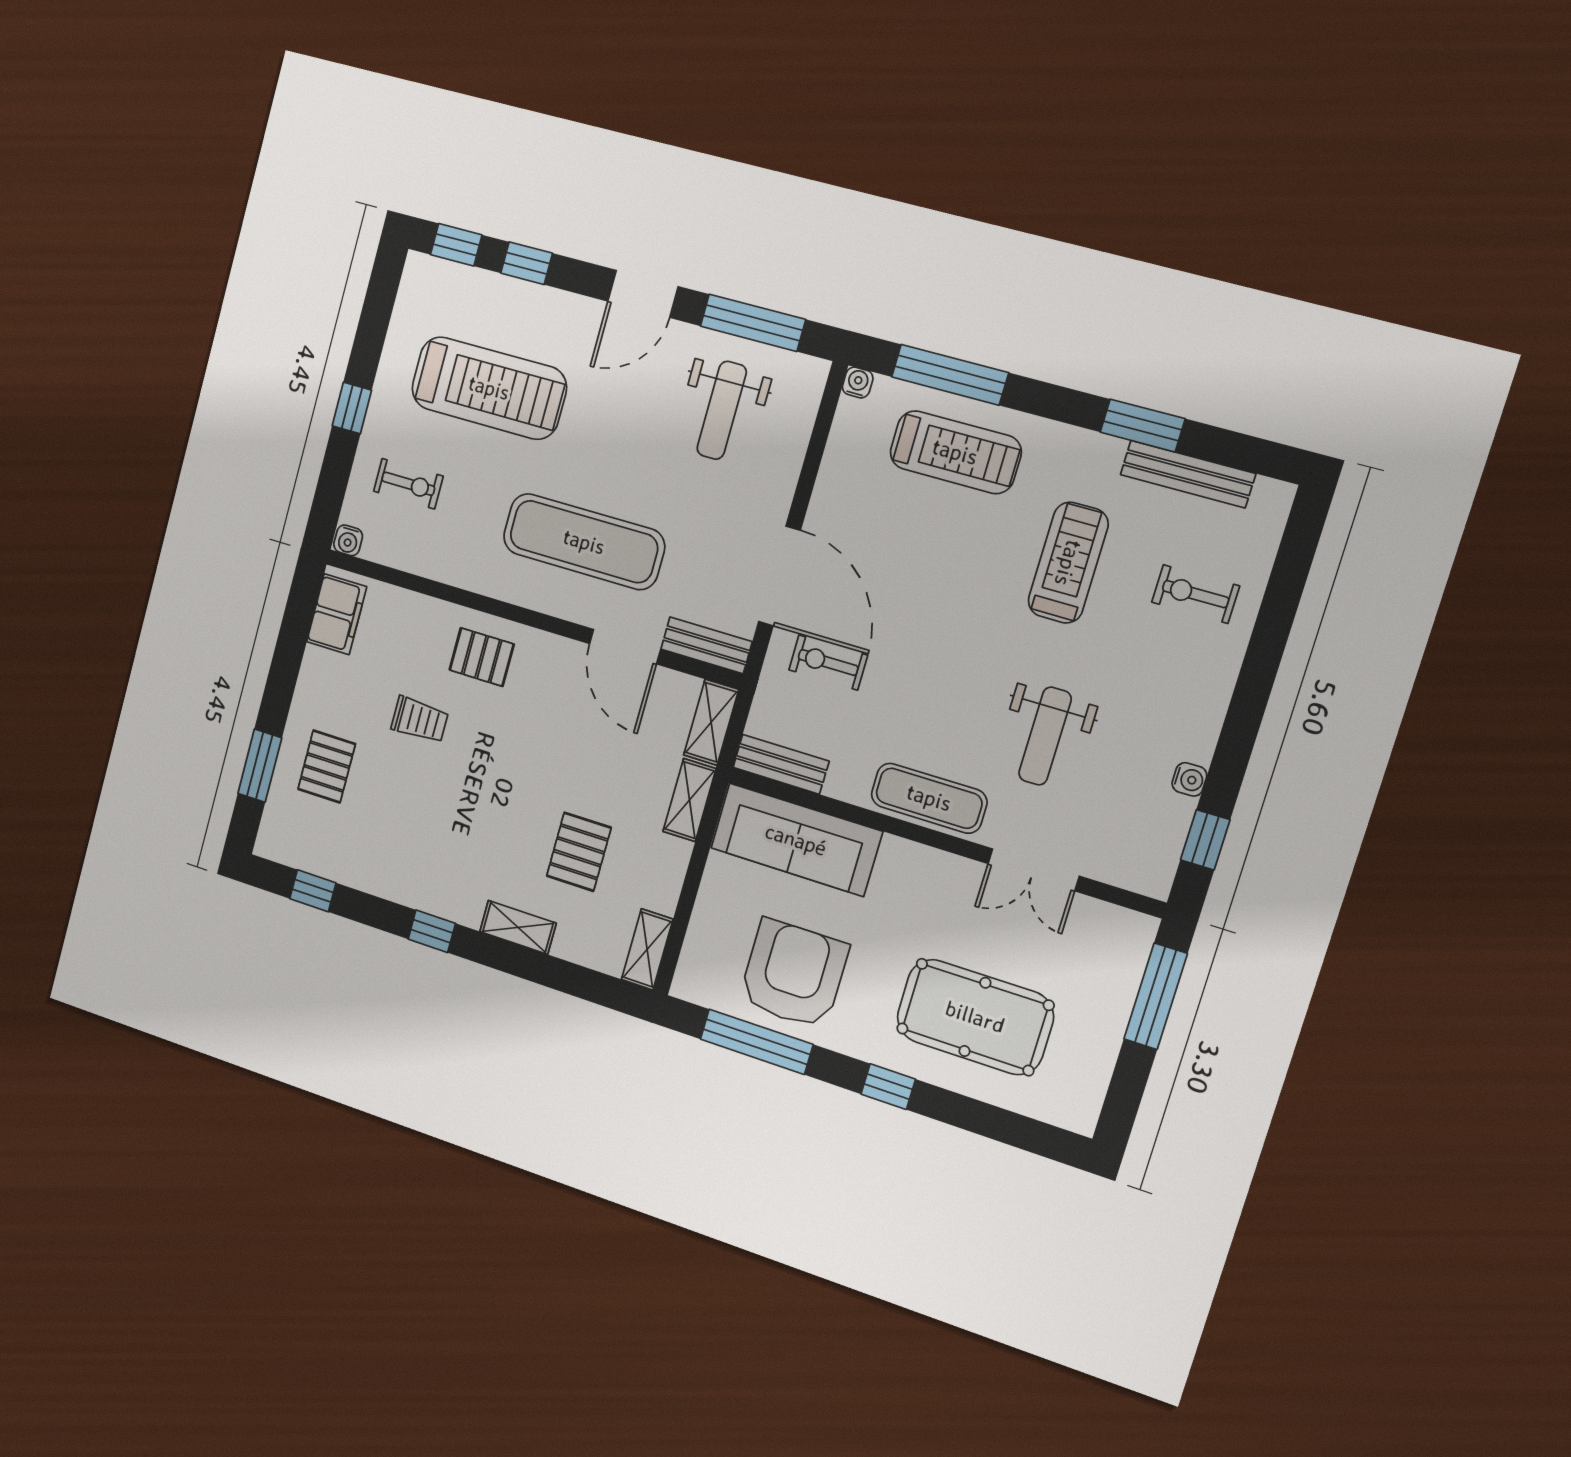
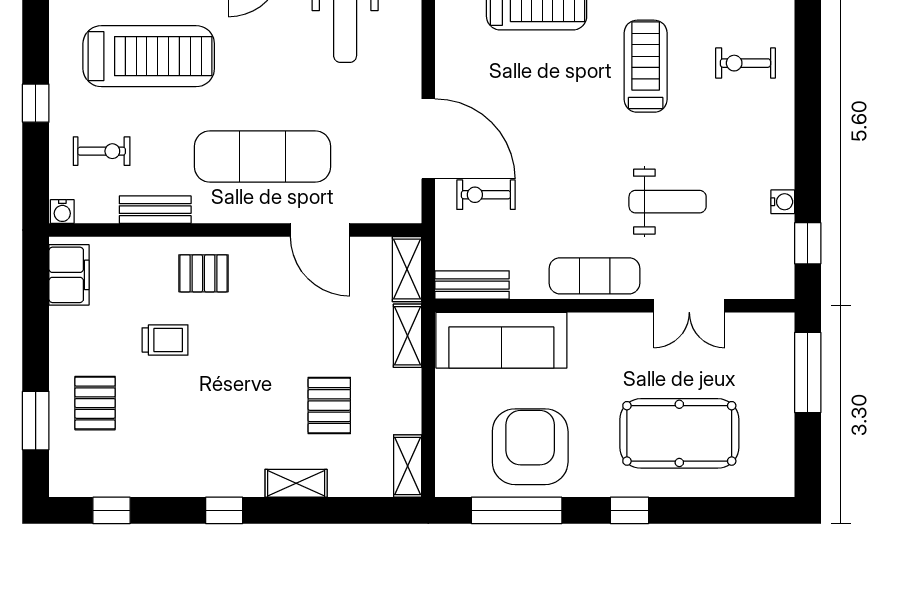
bench: (706, 645) -> (155, 210), moved
weight bench: (1045, 736) -> (668, 202), turned -90

